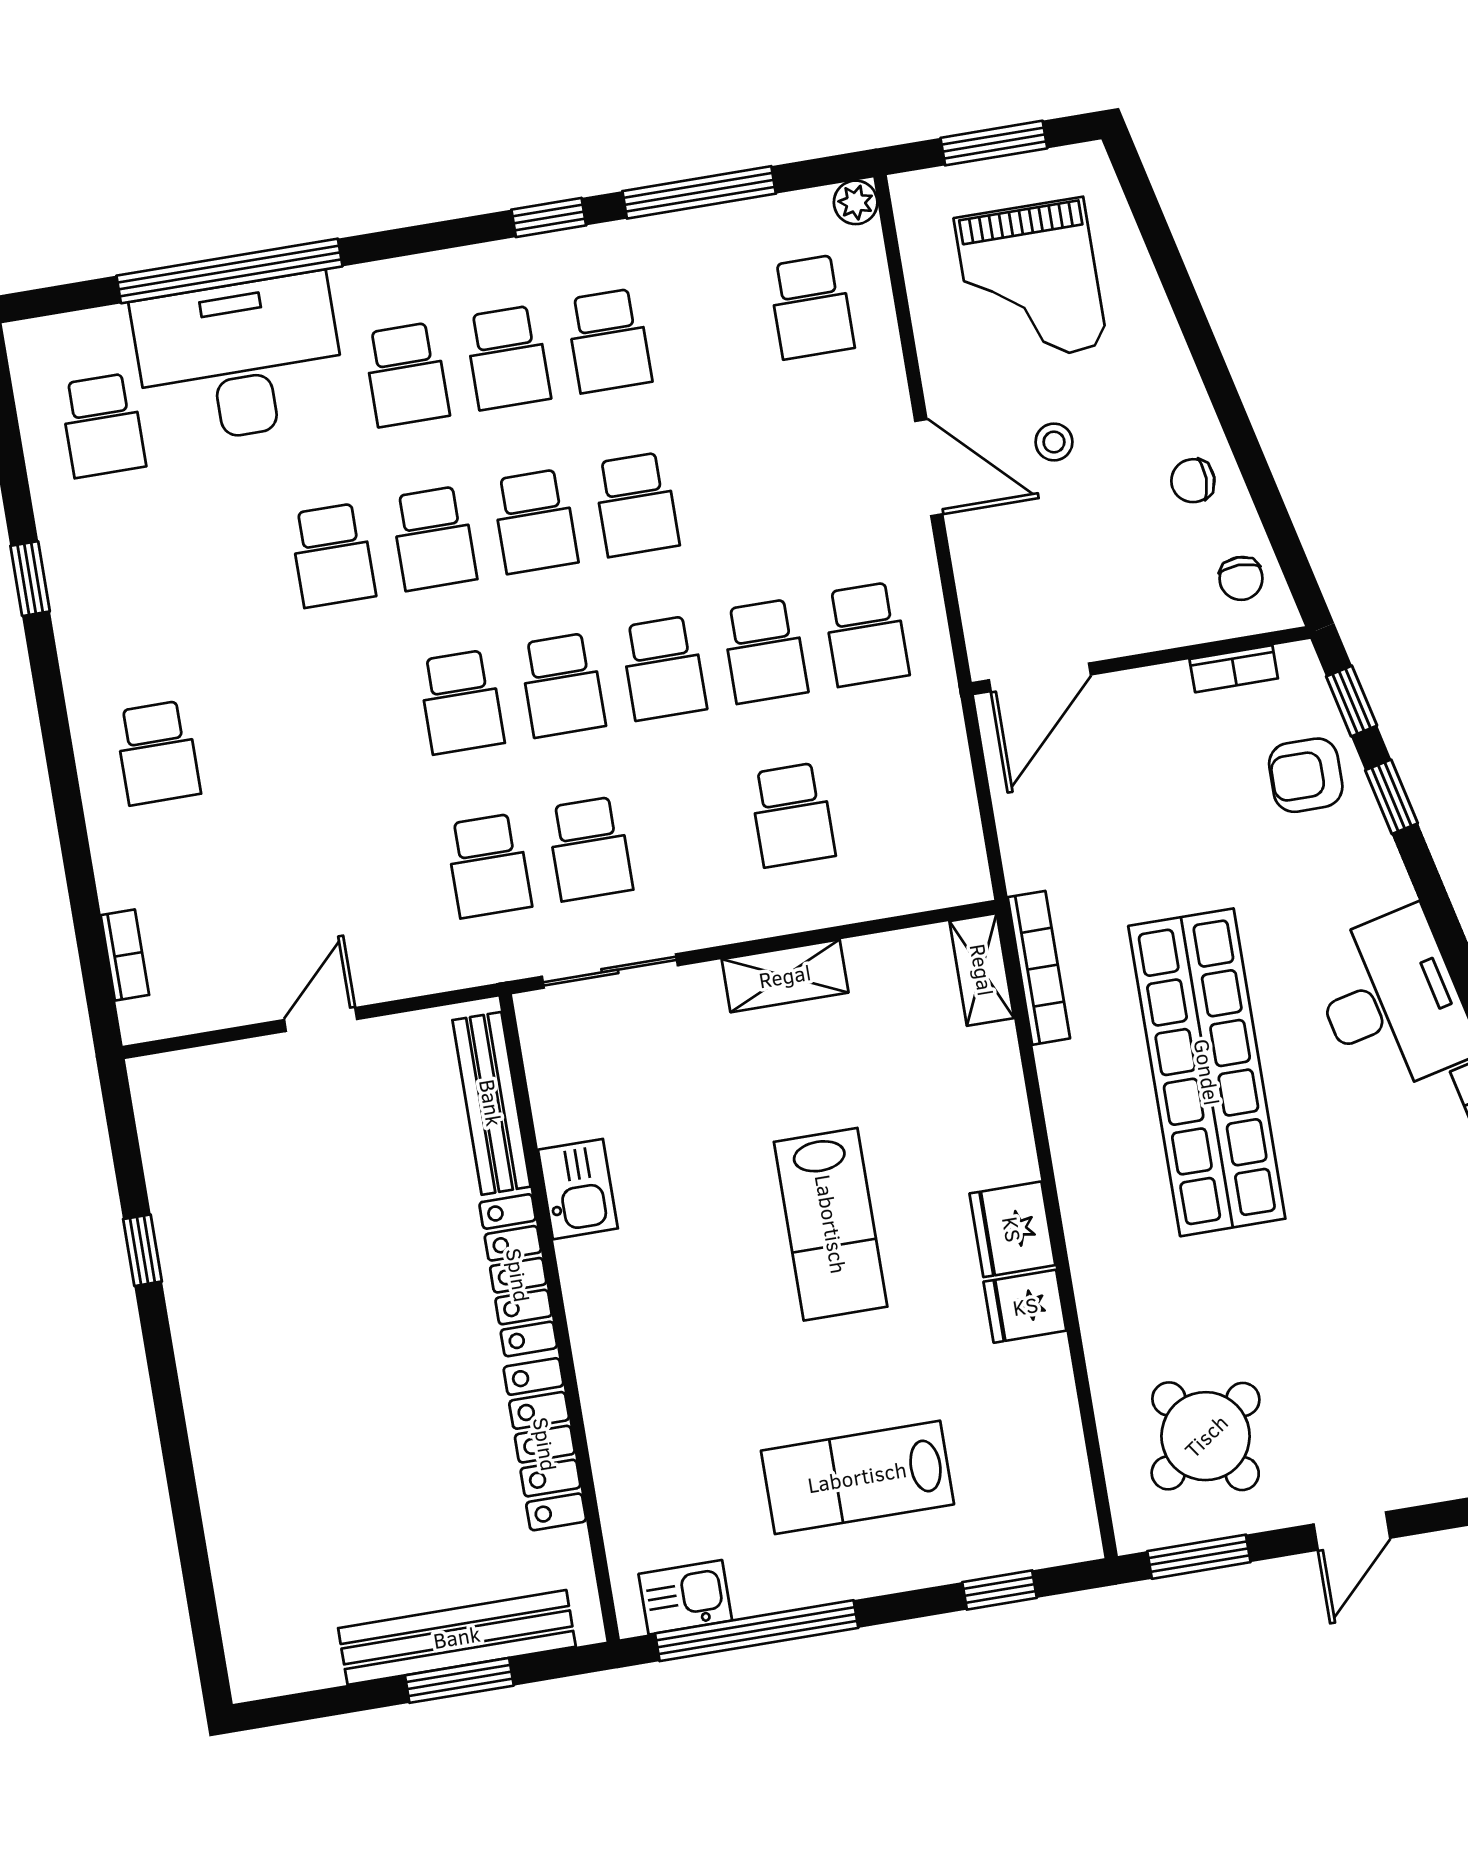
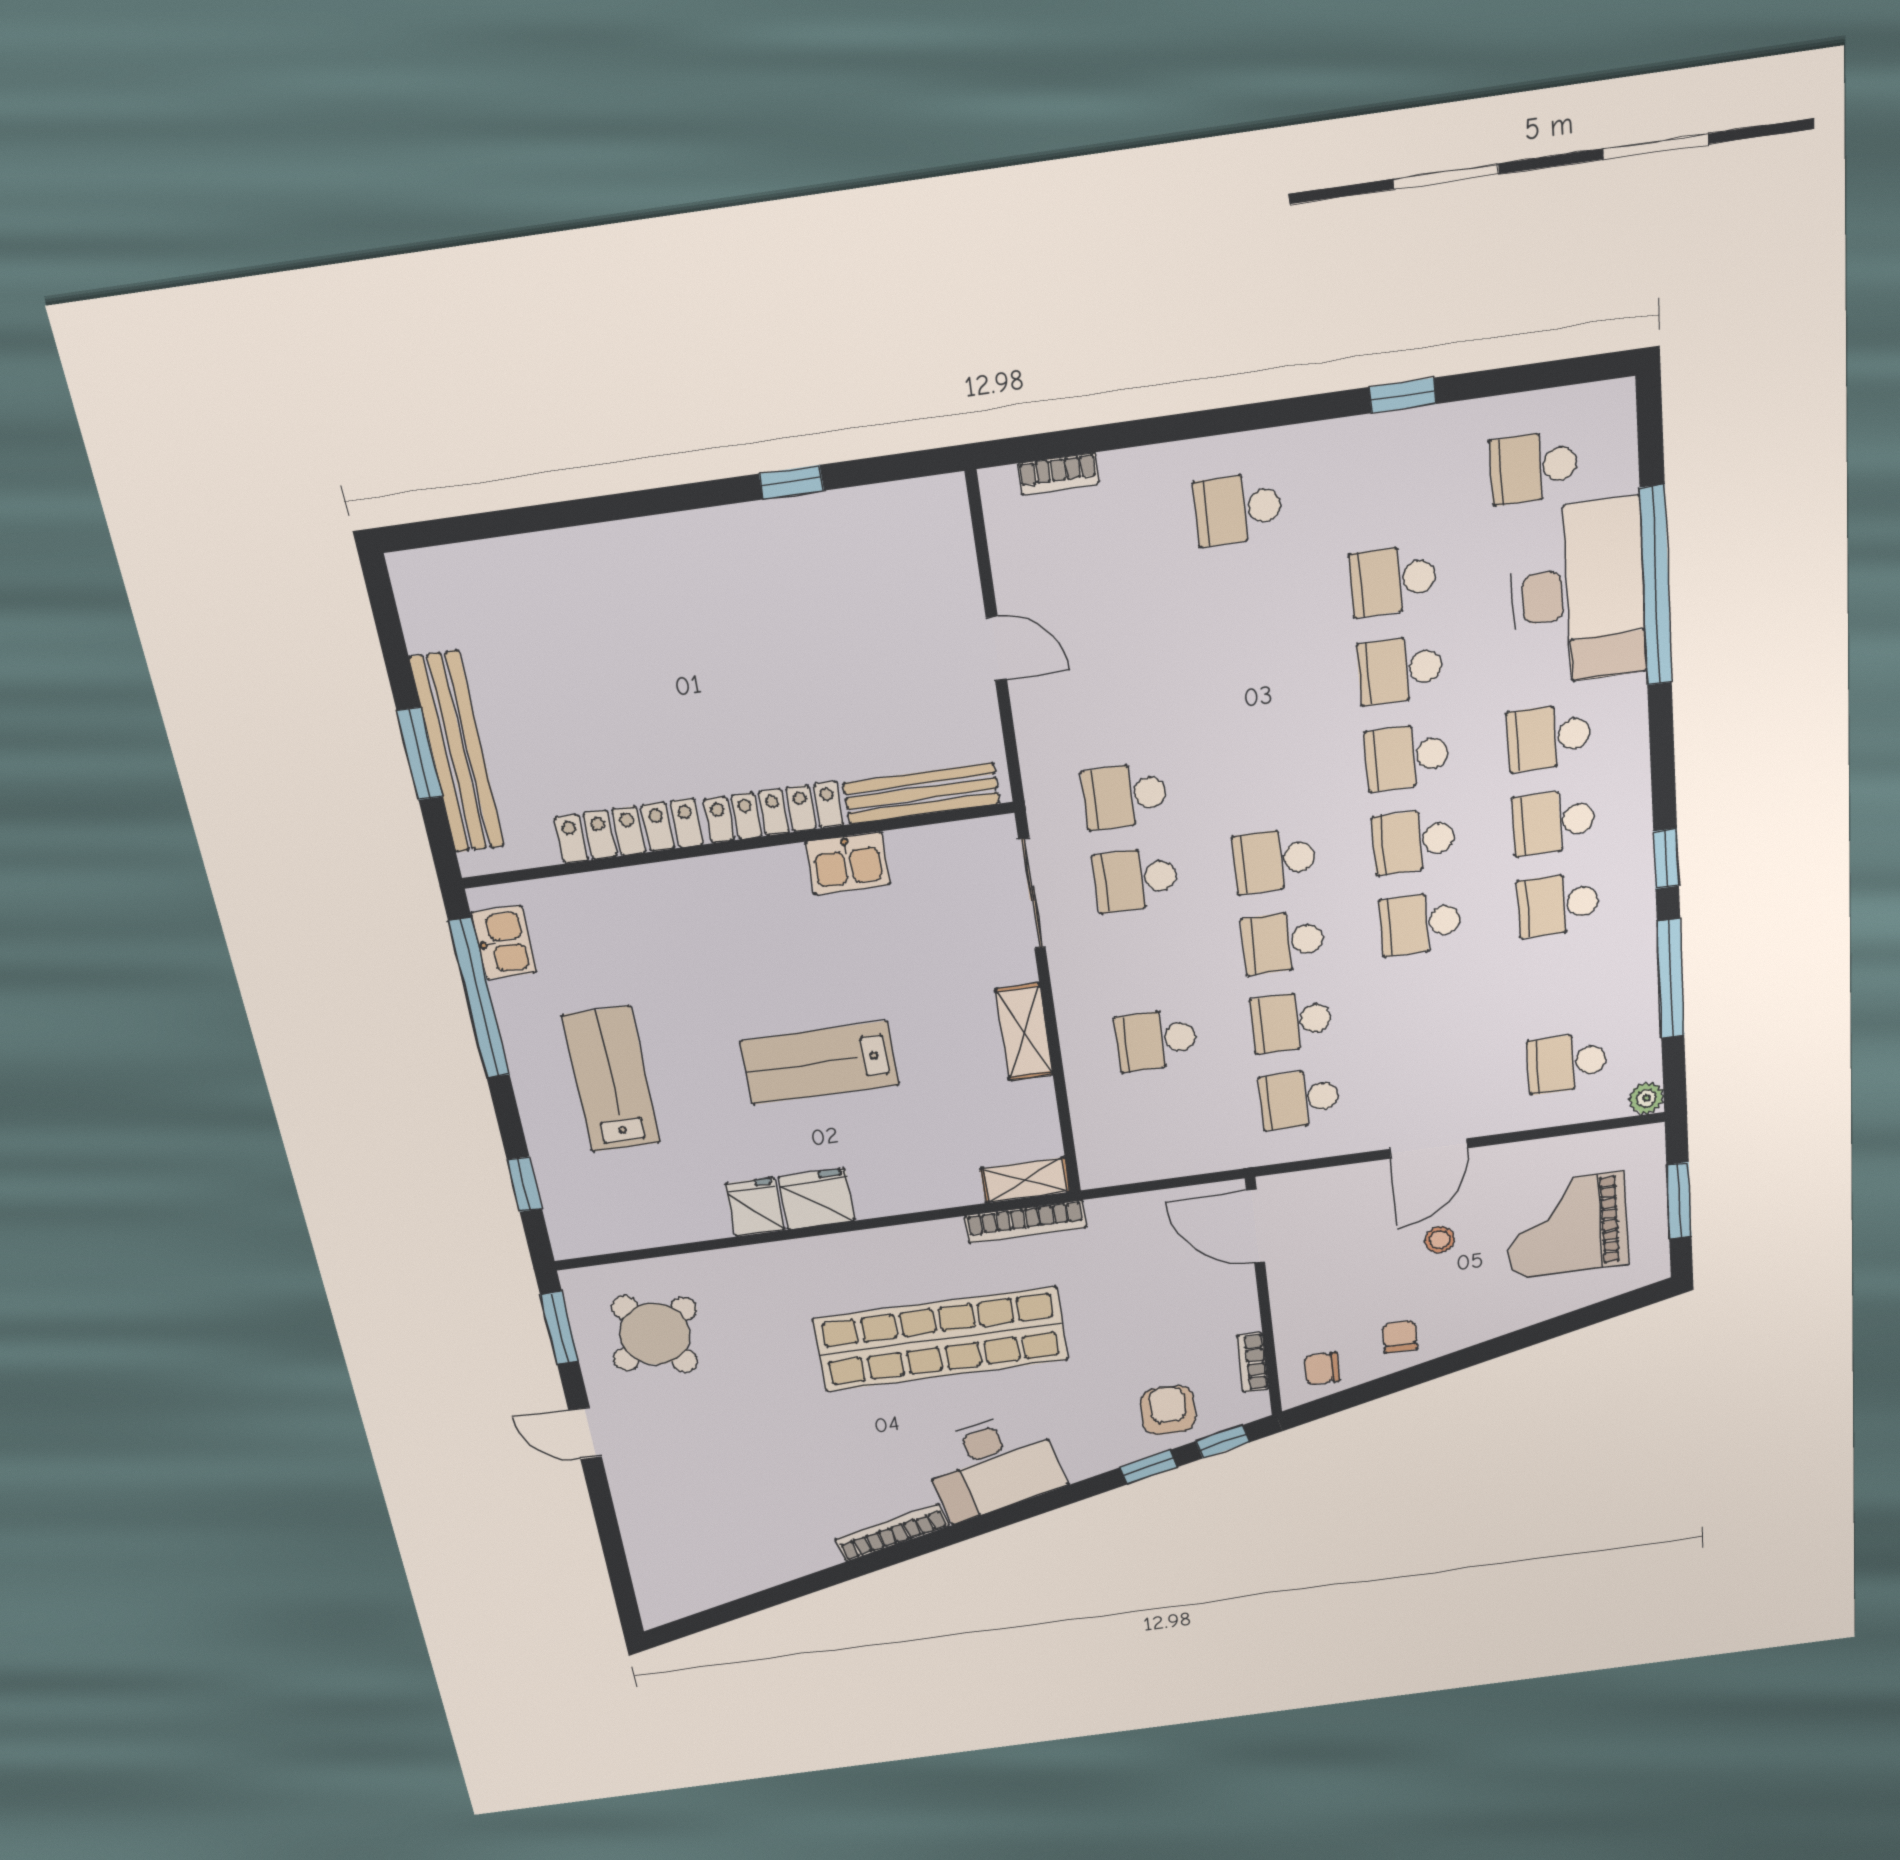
school desk: (461, 702) -> (1393, 580), moved

